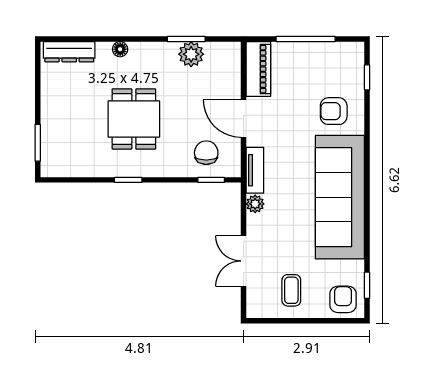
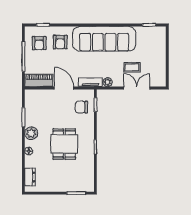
dresser: (69, 52) -> (30, 177), width x0.70
plant: (191, 54) -> (31, 133), moved
dining table: (134, 119) -> (64, 144), turned 90
door: (244, 119) -> (64, 88), swing flipped
double door: (244, 261) -> (137, 88), swing flipped
coffee table: (291, 290) -> (132, 67), moved
armchair: (343, 299) -> (39, 43), moved, turned -90

